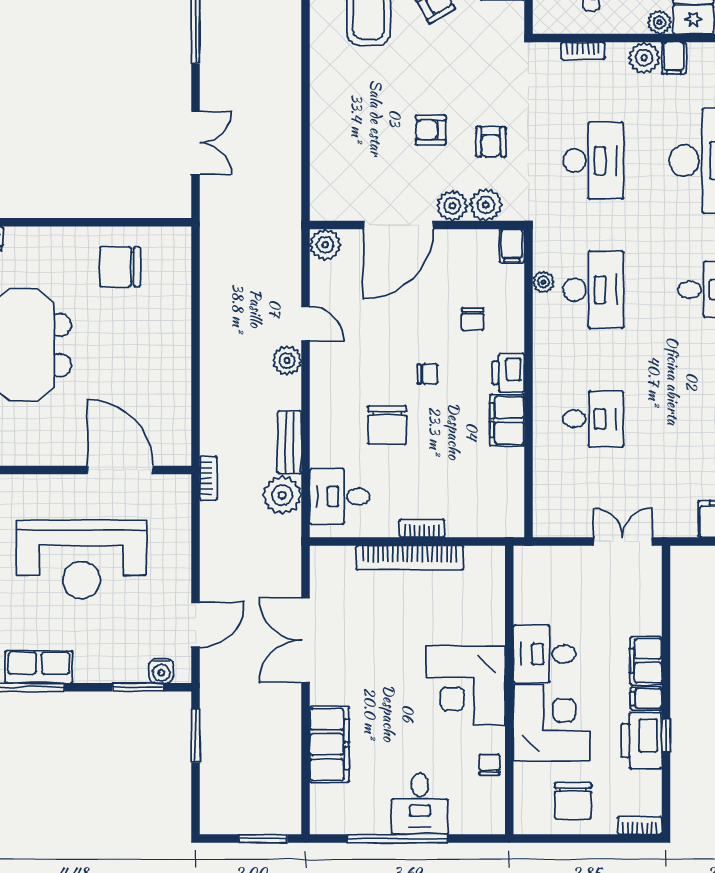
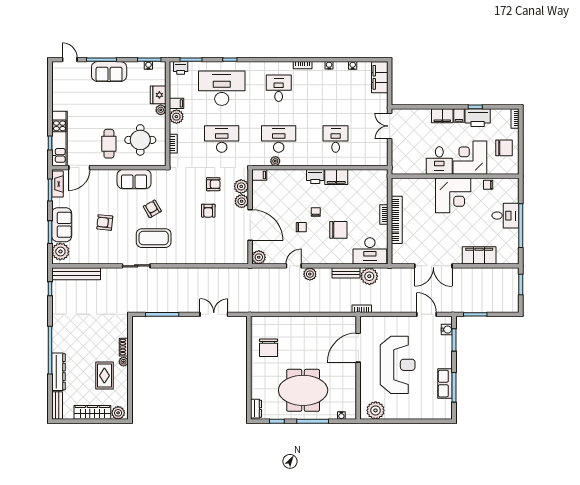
chair: (473, 319) -> (301, 227), moved
desk: (340, 496) -> (370, 251), width x1.37

